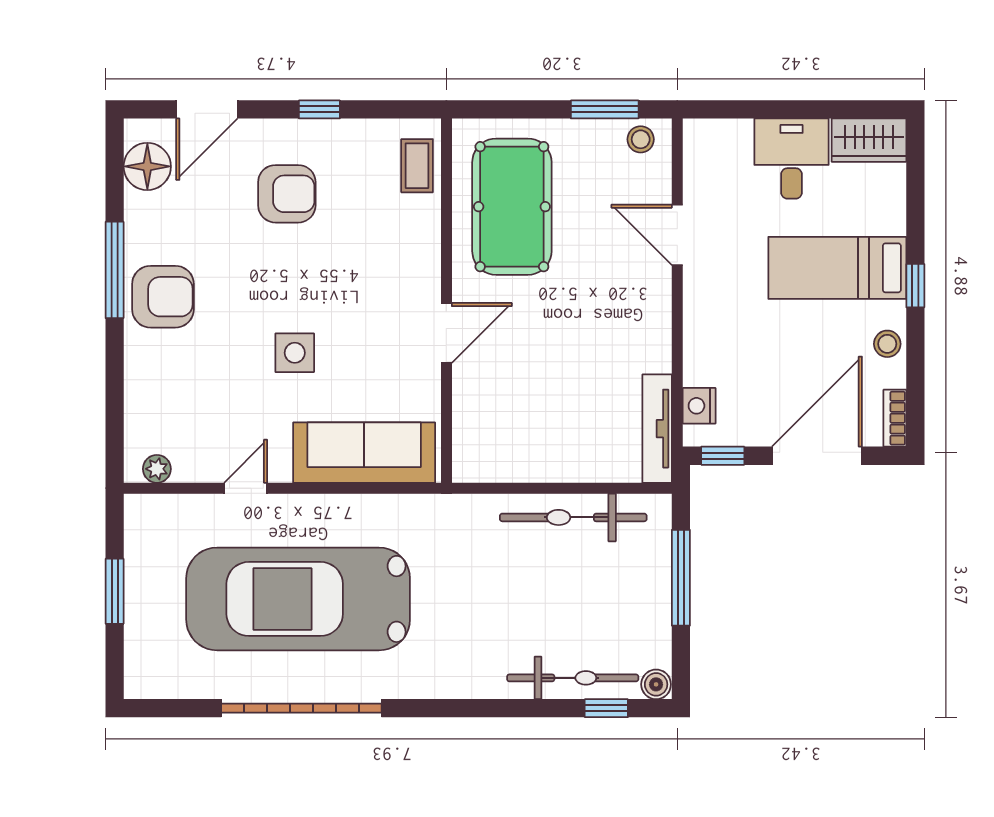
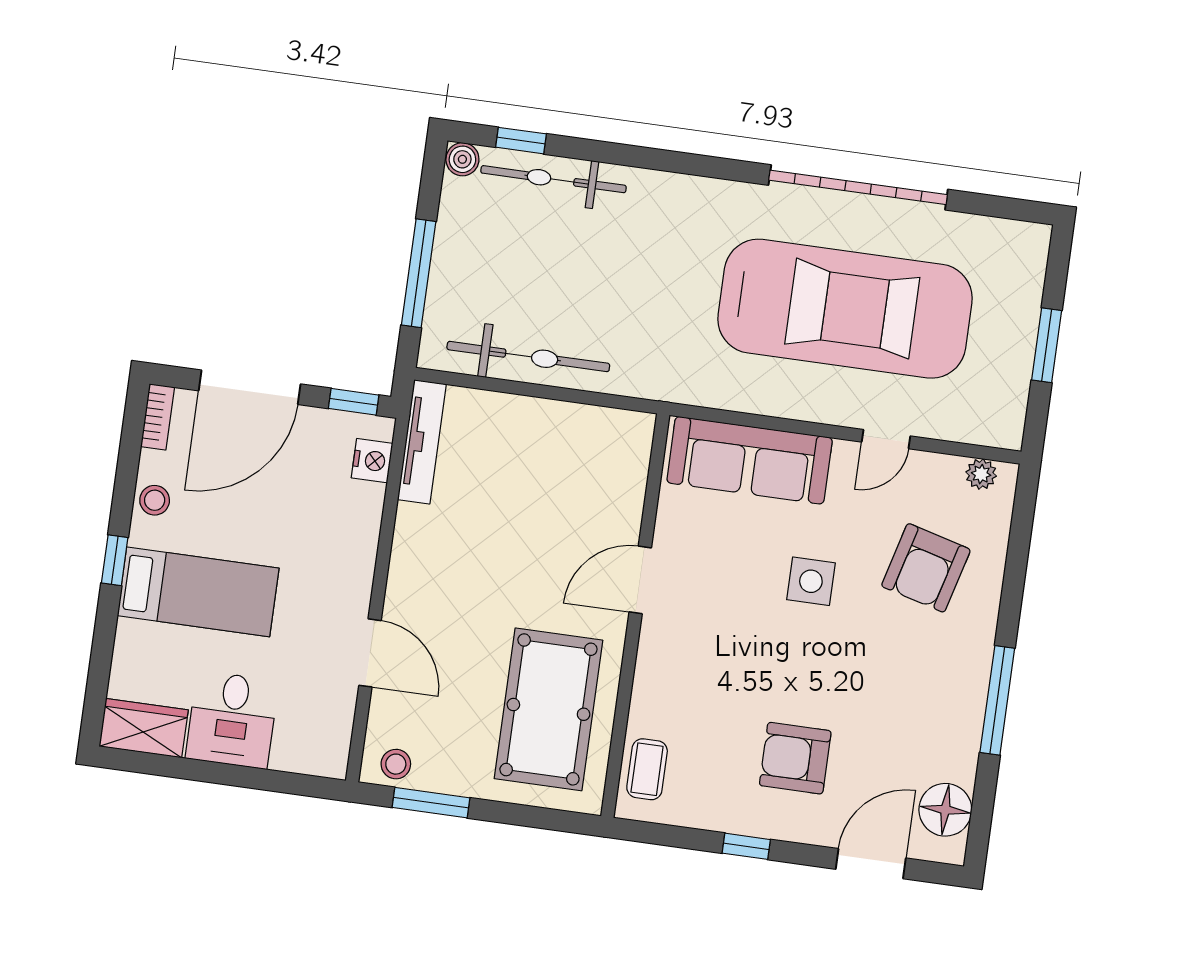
armchair: (163, 297) -> (926, 568), moved, turned -75

